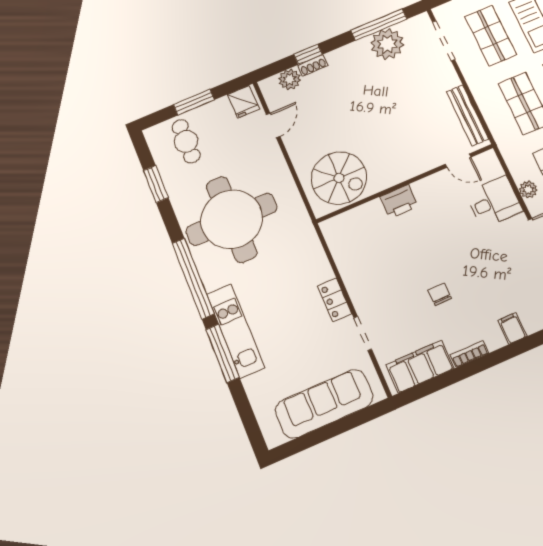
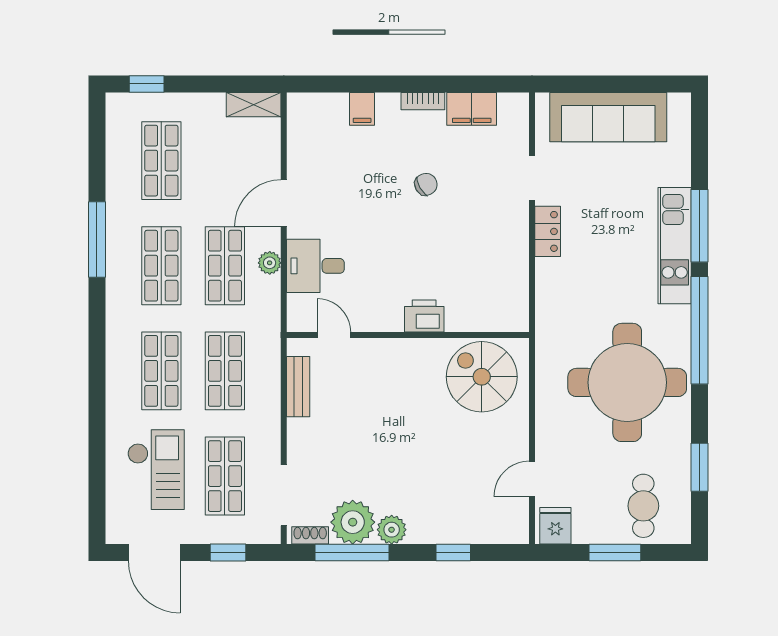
shoe rack: (313, 65) -> (310, 535), moved
plant: (290, 79) -> (392, 530), moved
bench: (467, 115) -> (298, 387), width x0.73
chair: (440, 294) -> (426, 184), turned -120
filing cabinet: (420, 366) -> (472, 109), width x0.67, depth x0.86

